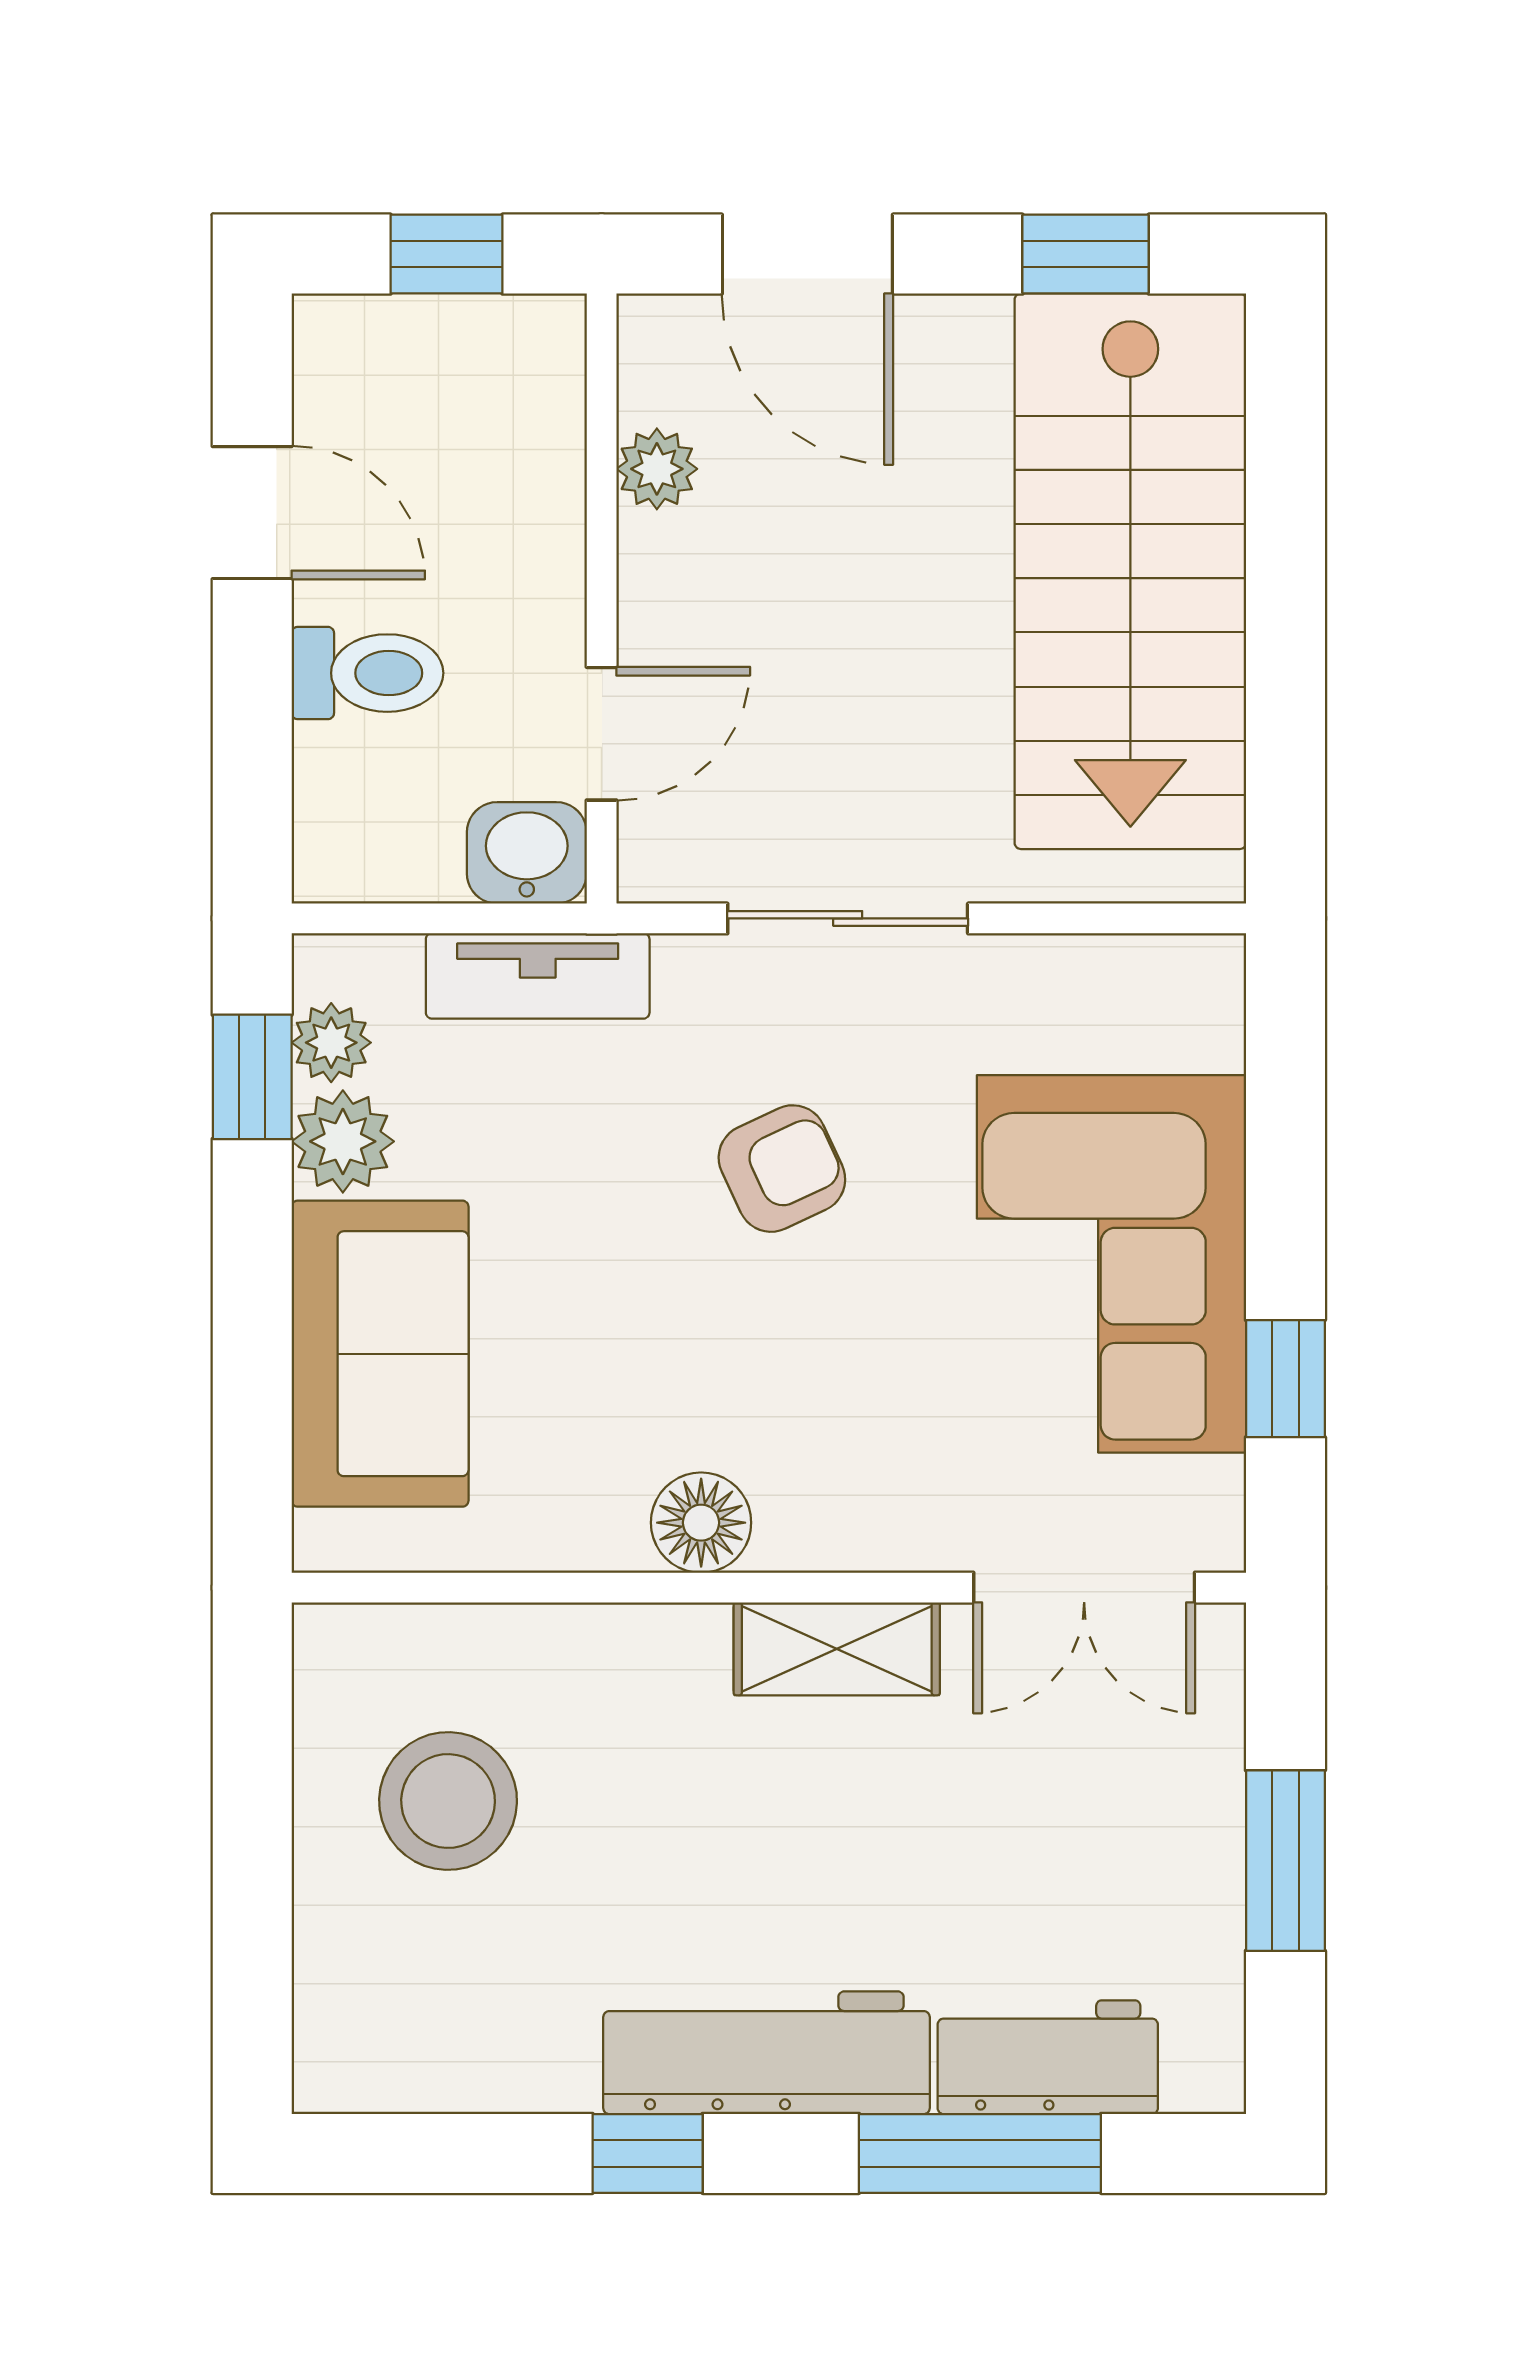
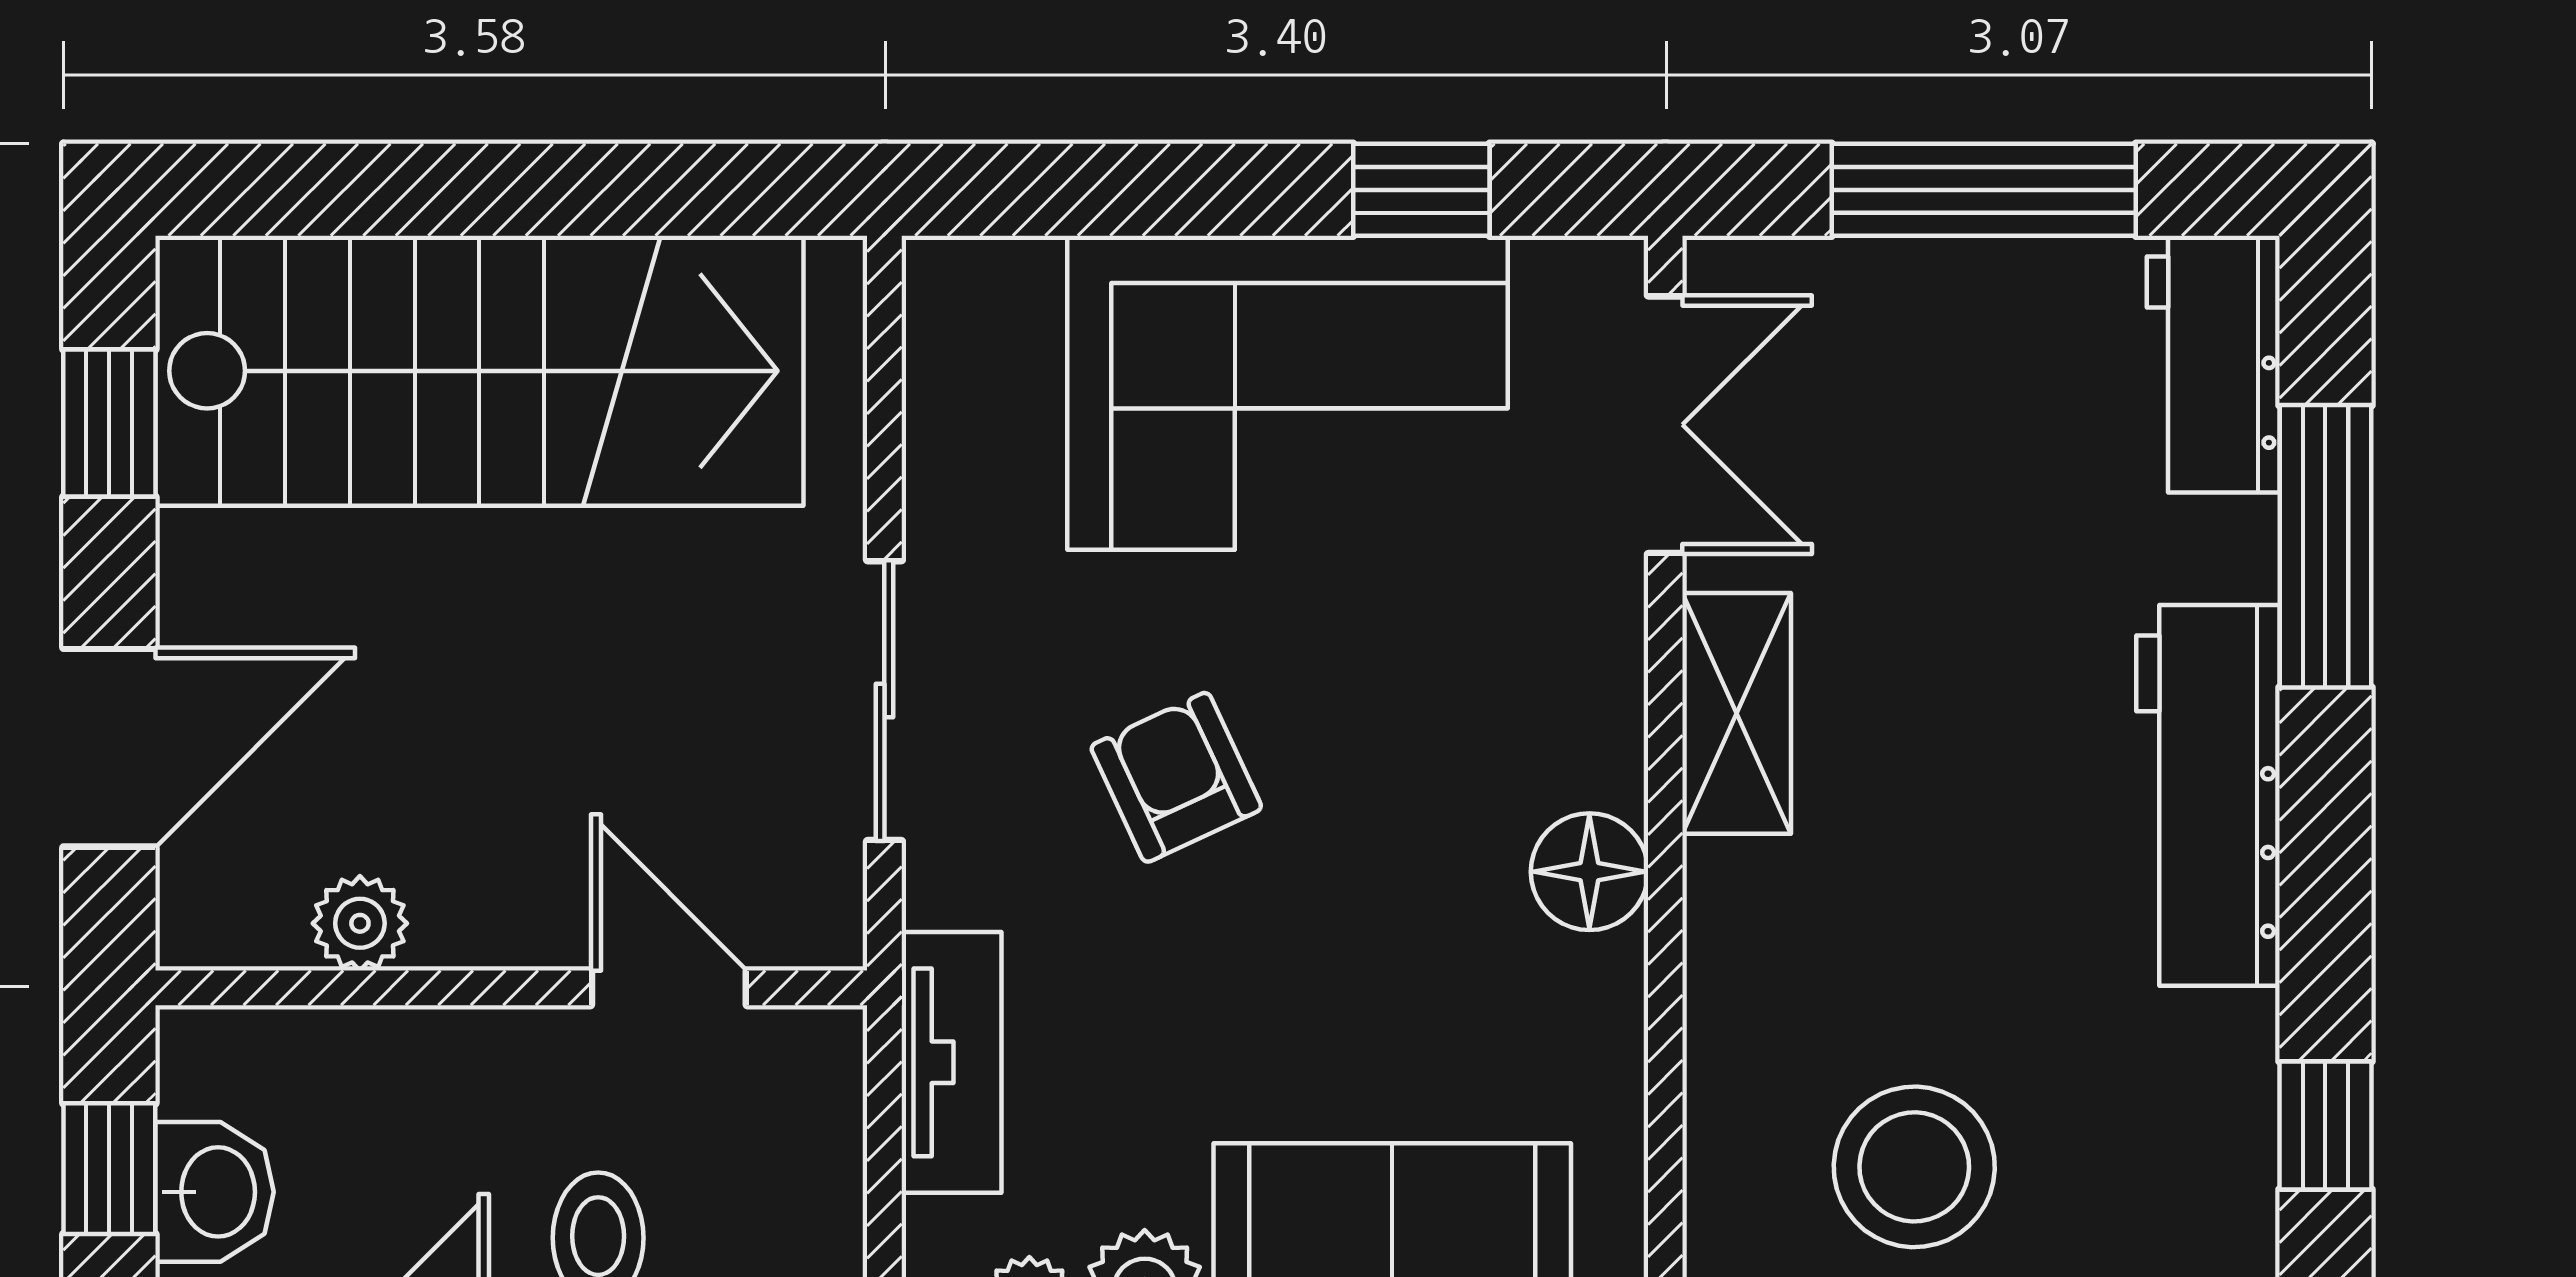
washbasin: (527, 853) -> (215, 1192), moved, turned 180
window: (1285, 1861) -> (1984, 190), width x1.44
workbench: (1048, 2057) -> (2213, 364), moved
window: (648, 2153) -> (2325, 1125), moved

